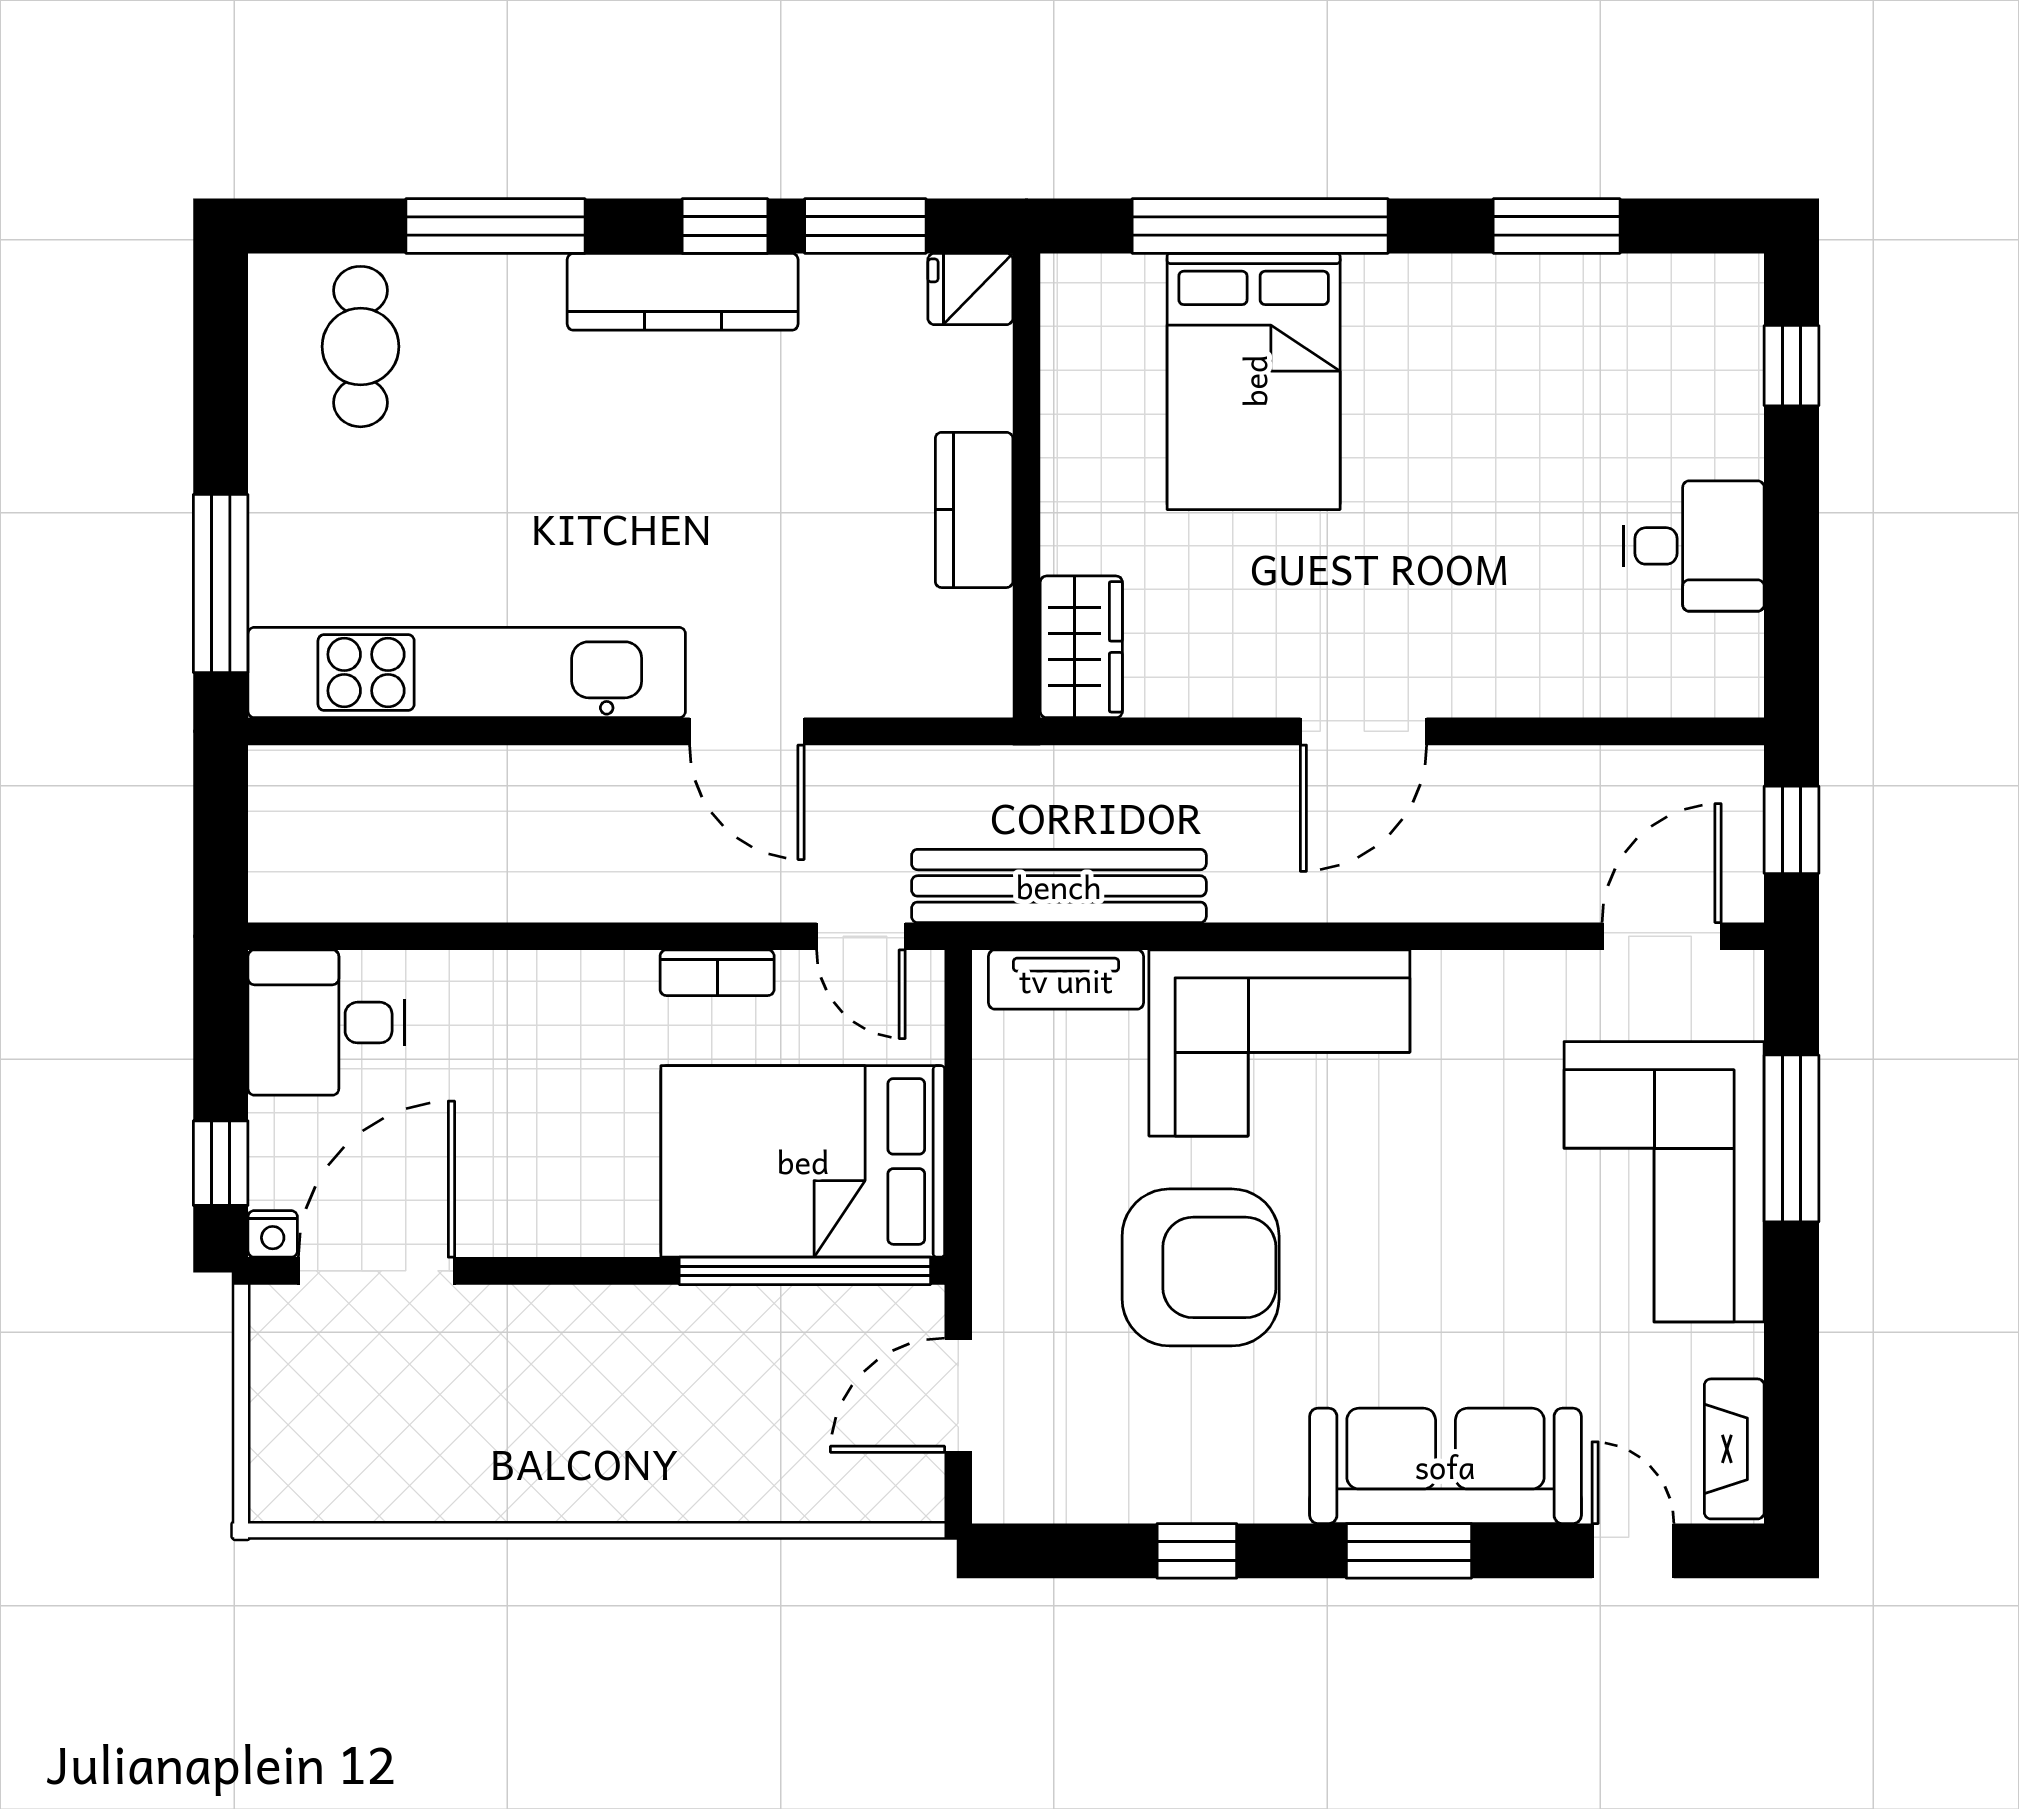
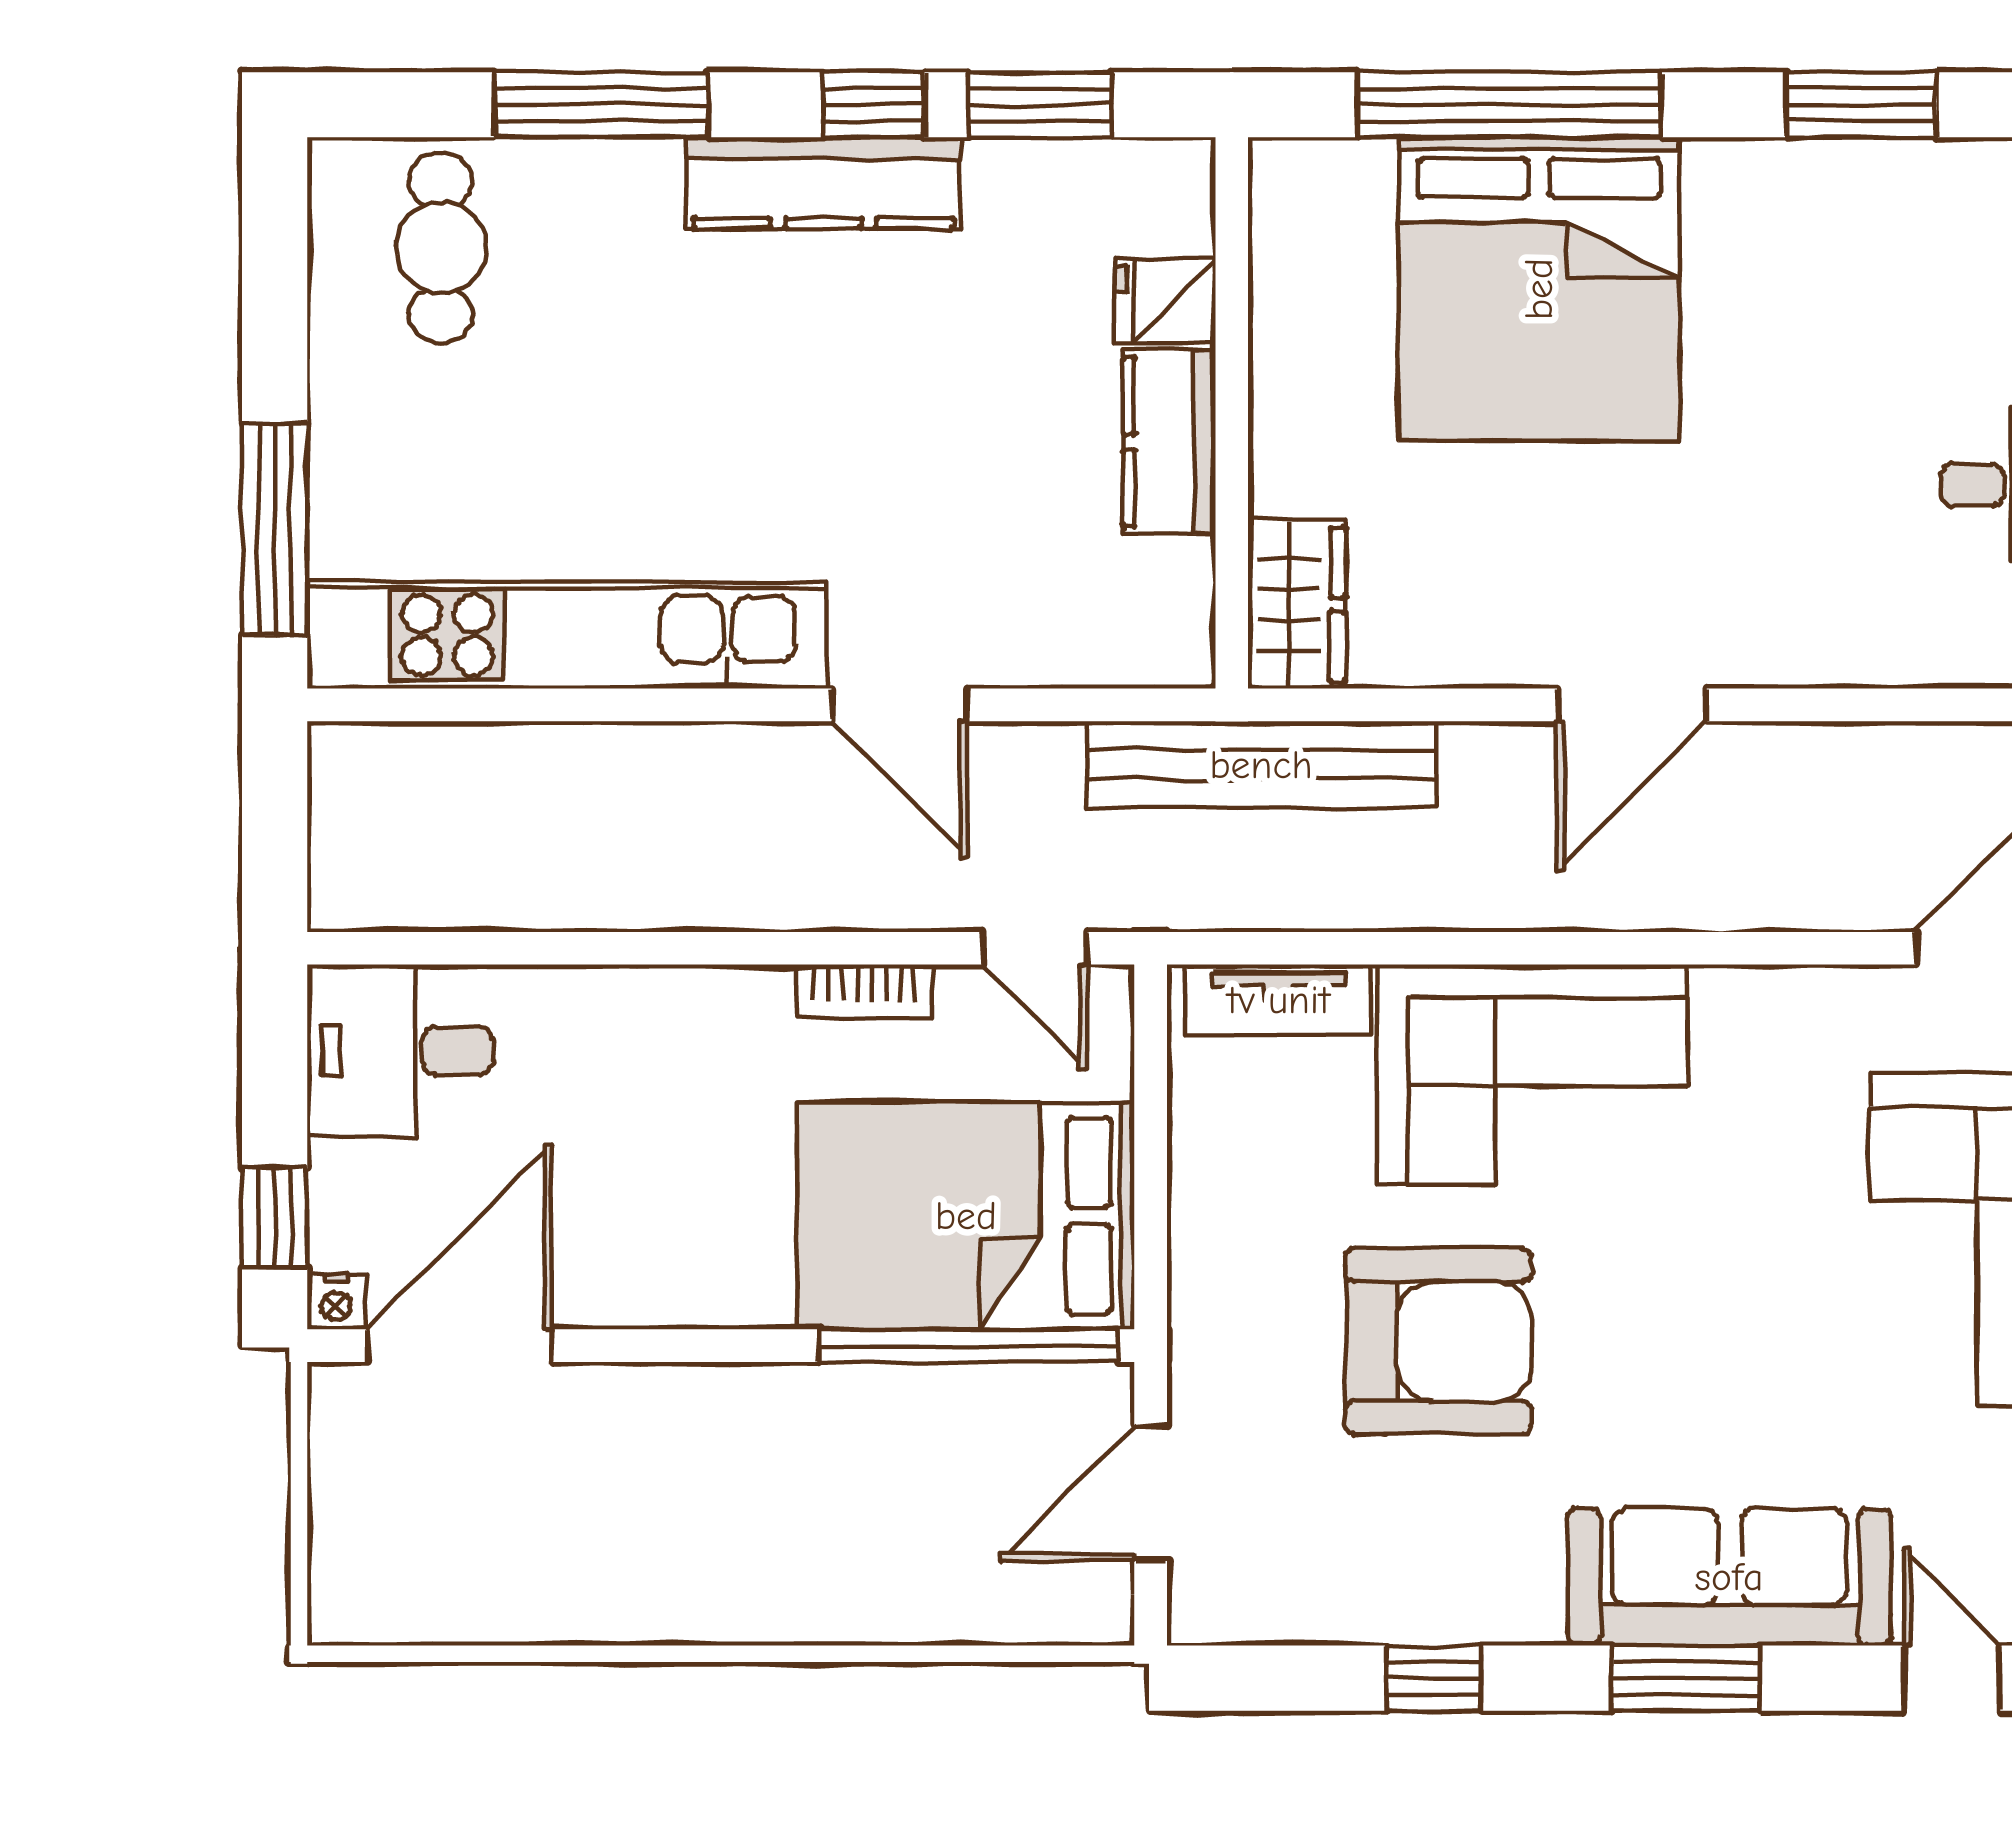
fridge: (970, 289) -> (1165, 301), moved
bed: (1254, 381) -> (1539, 289), width x1.36
bench: (1059, 886) -> (1261, 765), moved

